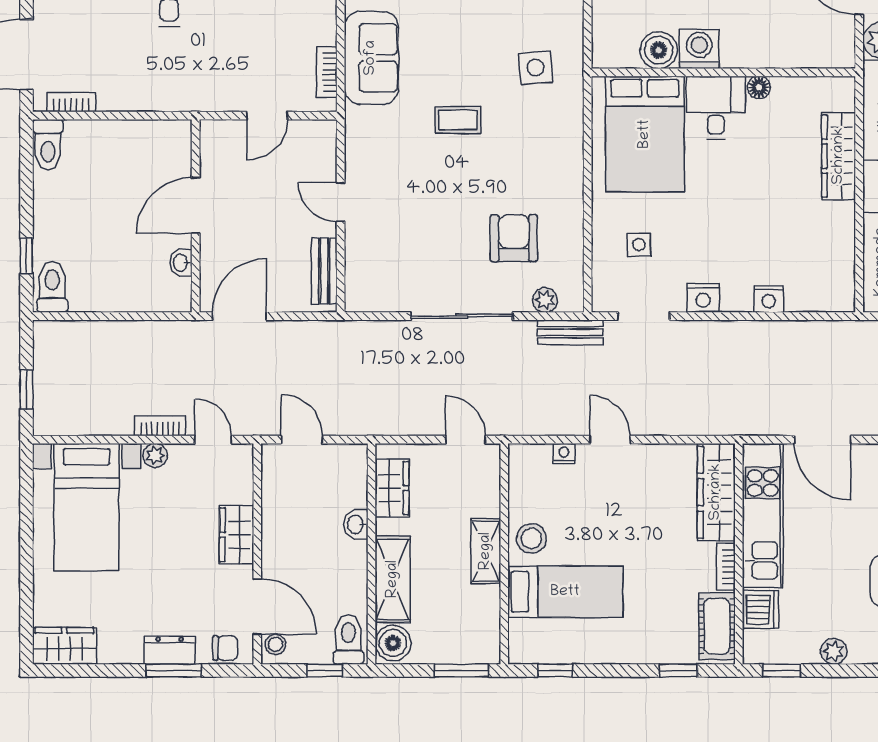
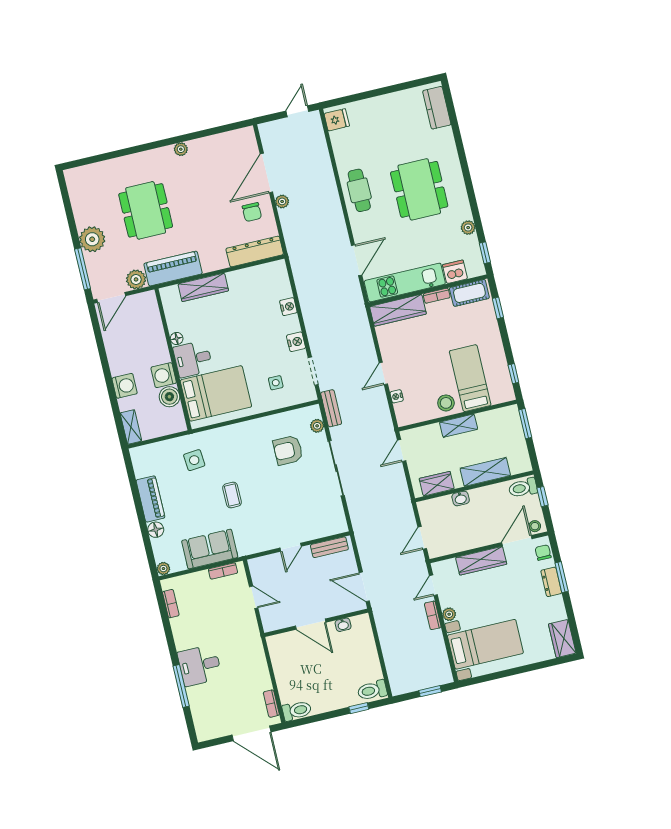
wardrobe: (237, 535) -> (481, 561), width x1.50
boiler: (393, 643) -> (519, 464), removed

